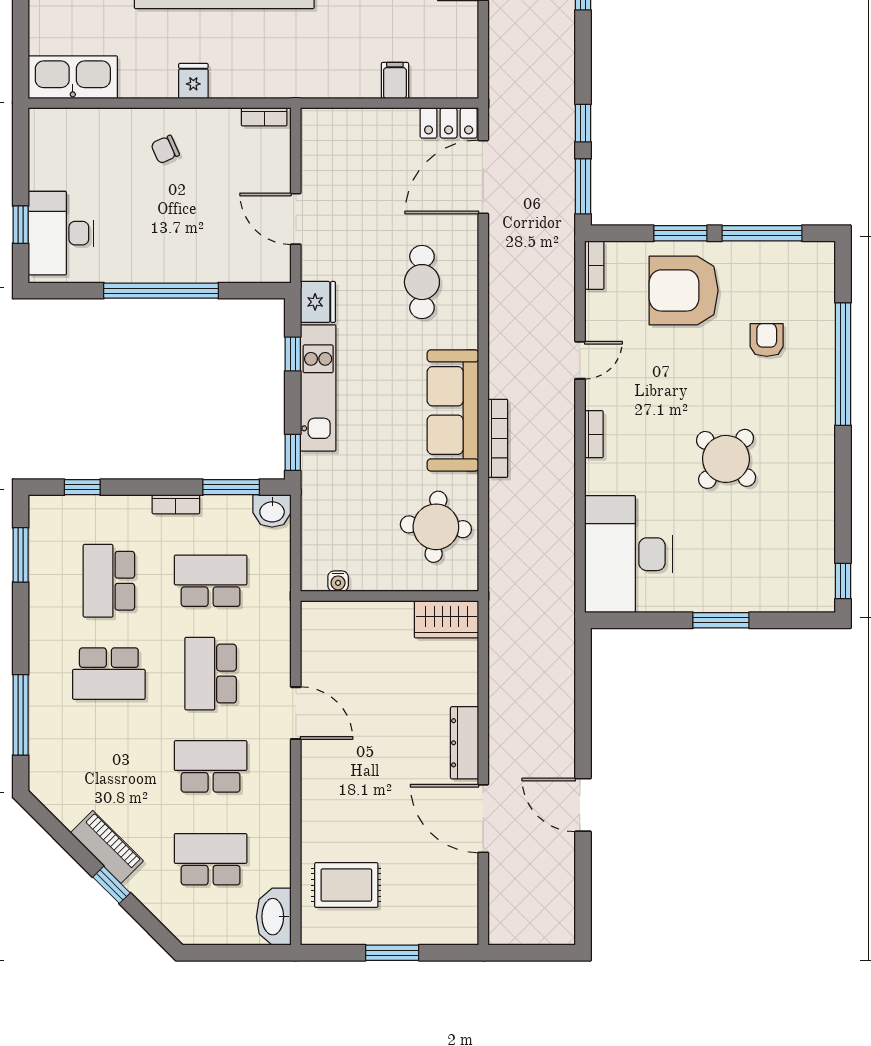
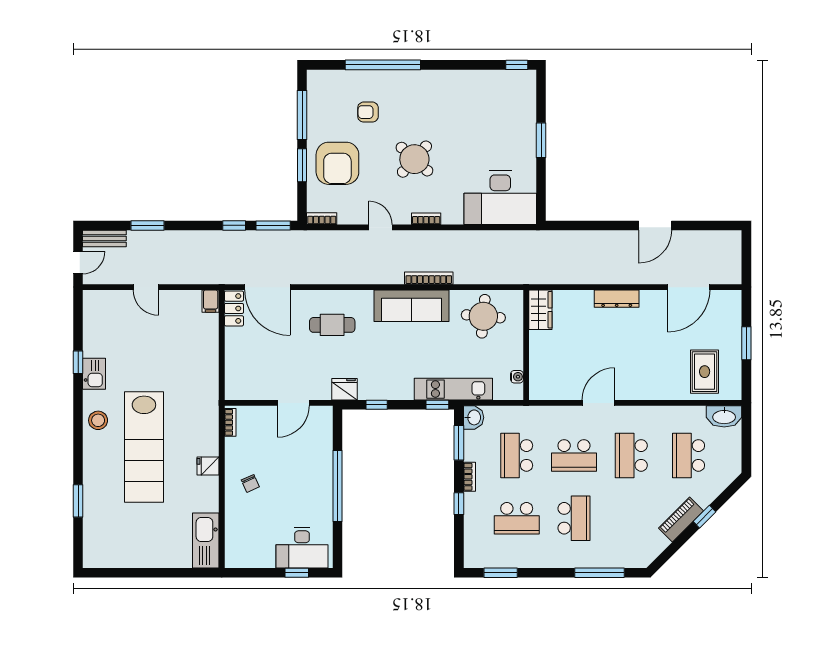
filing cabinet: (395, 81) -> (211, 301), moved, turned -90
kitchen unit: (318, 388) -> (453, 389), moved
round table: (726, 459) -> (414, 159), moved
window: (82, 487) -> (459, 504), moved
door: (483, 819) -> (689, 287), moved

